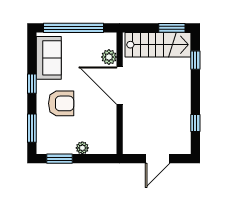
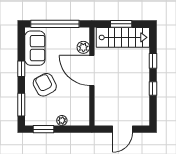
window: (172, 28) -> (121, 24), moved
window: (195, 60) -> (153, 61), moved
armchair: (61, 103) -> (45, 85), turned -118
window: (195, 123) -> (153, 88), moved

